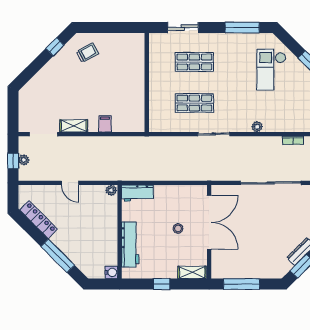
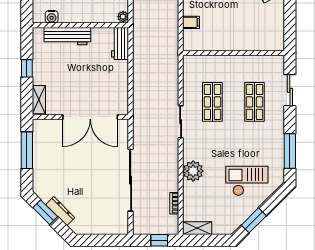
filing cabinet: (105, 124) -> (191, 22), moved
plant: (257, 127) -> (193, 171), width x1.88, depth x1.88
stool: (178, 228) -> (84, 85), removed
water cooler: (111, 272) -> (52, 17), moved

